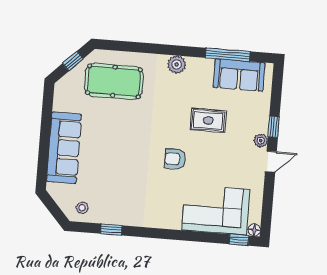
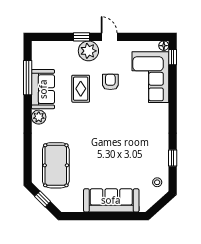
sofa: (239, 75) -> (43, 89), moved
plant: (261, 141) -> (88, 51), width x1.88, depth x1.88
armchair: (175, 159) -> (110, 82), moved, turned 180

